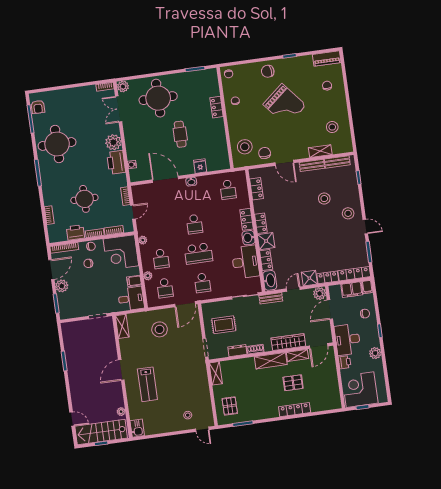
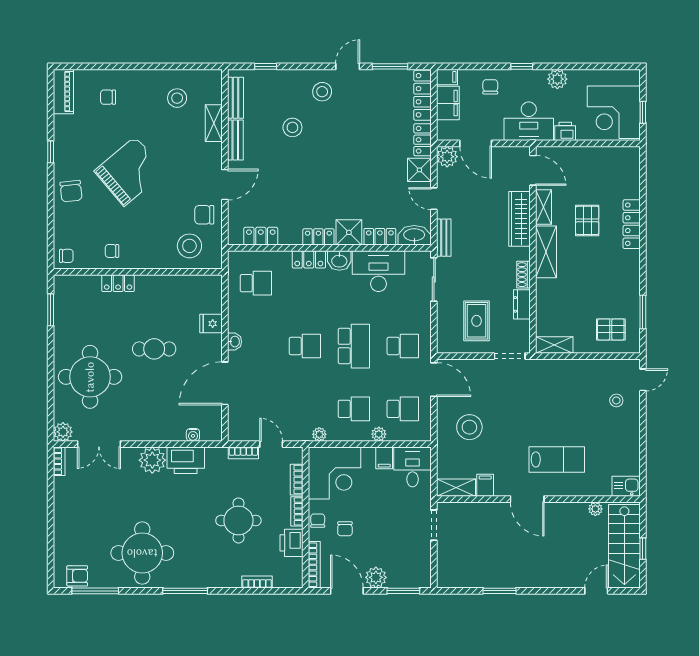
filing cabinet: (126, 344) -> (485, 485), added

